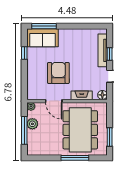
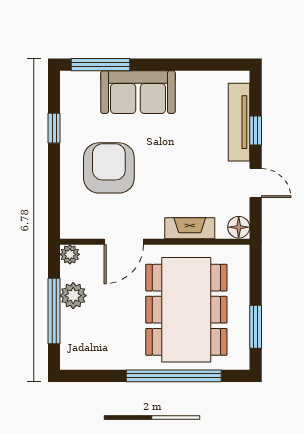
sofa: (42, 38) -> (138, 92), moved
armchair: (58, 73) -> (109, 168), moved
door: (54, 101) -> (124, 242), hinge flipped
window: (75, 158) -> (174, 376), width x1.46

